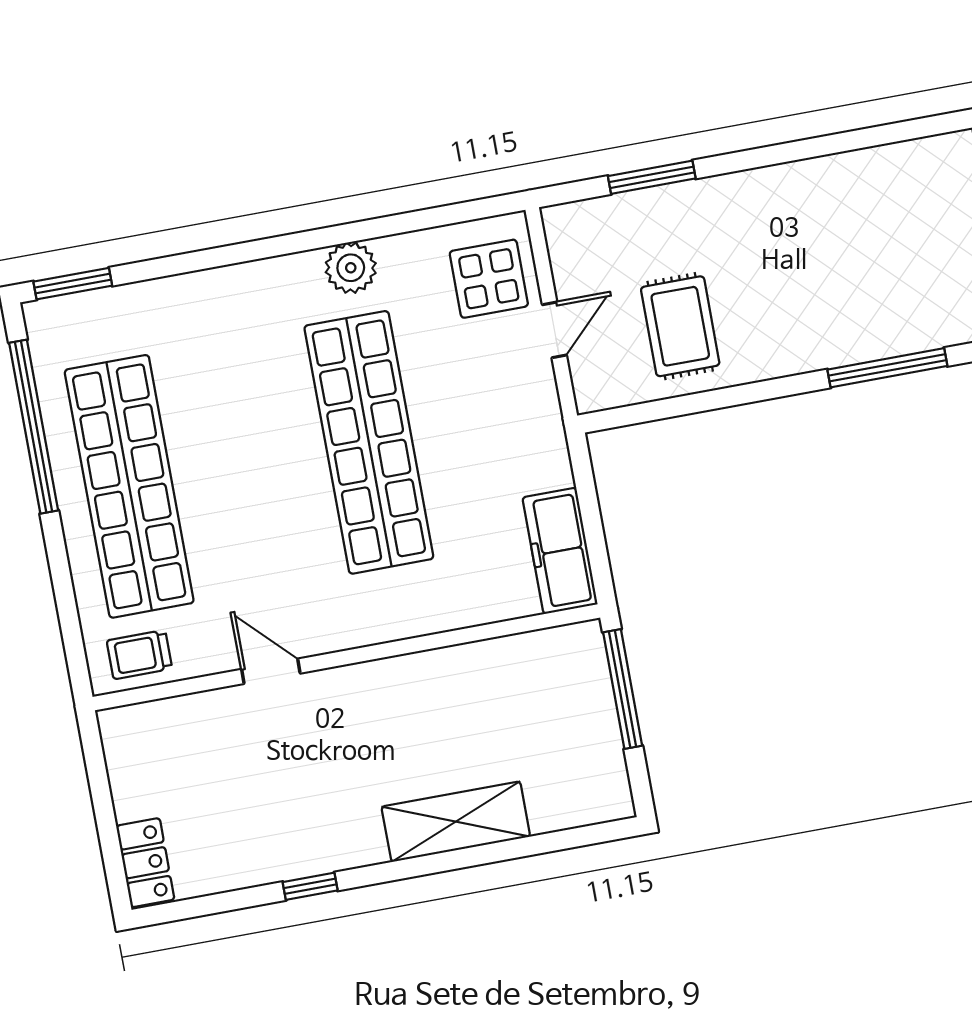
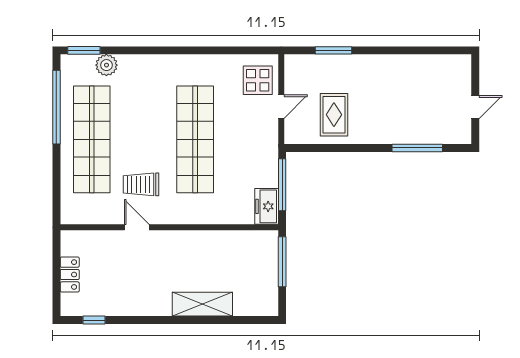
plant: (351, 268) -> (106, 65), moved
window: (590, 511) -> (282, 185), added
freezer: (560, 551) -> (267, 206), width x0.71
trolley: (139, 655) -> (141, 184), moved, width x1.36, depth x1.39
locker: (145, 863) -> (70, 275), moved
window: (310, 886) -> (94, 320), moved

